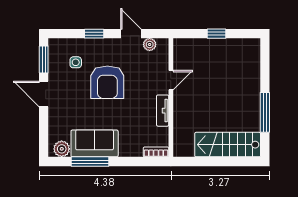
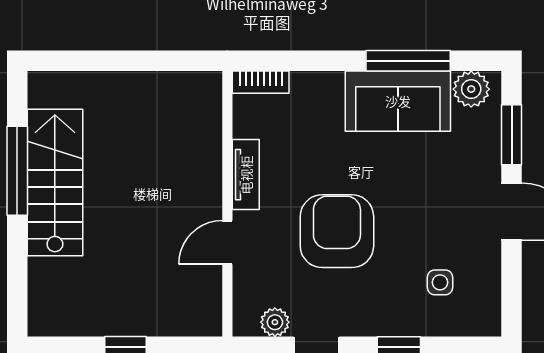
window: (44, 60) -> (512, 135), moved
armchair: (107, 82) -> (337, 231), moved
stairs: (228, 145) -> (55, 182), moved, turned -90

